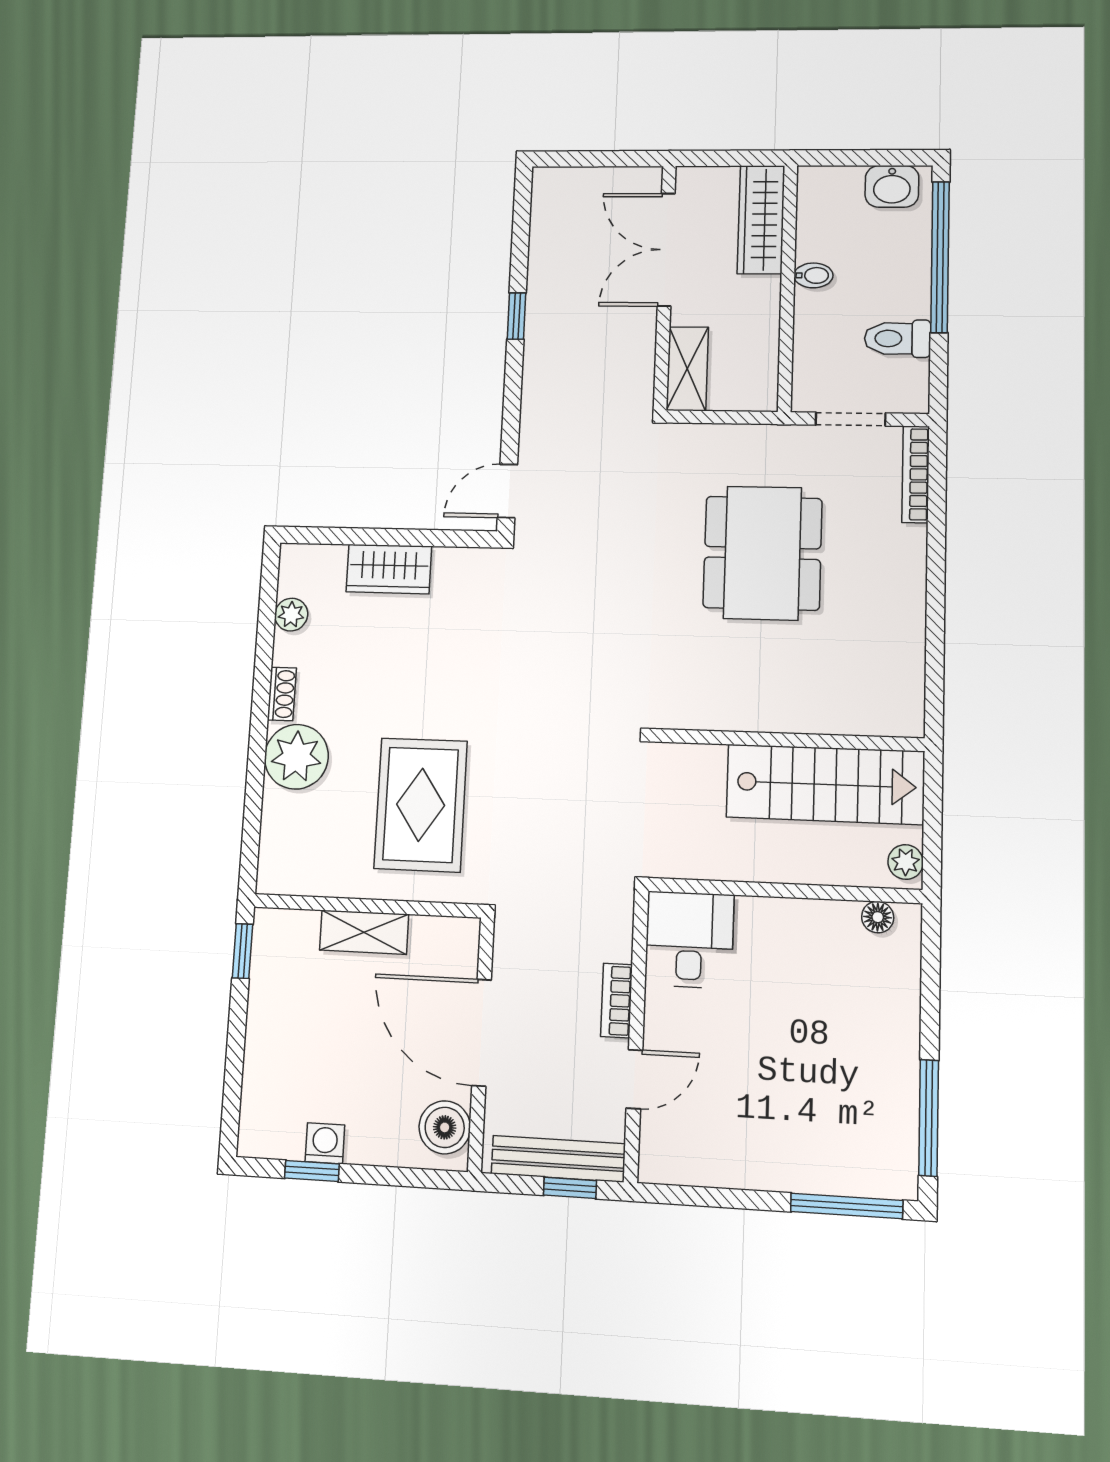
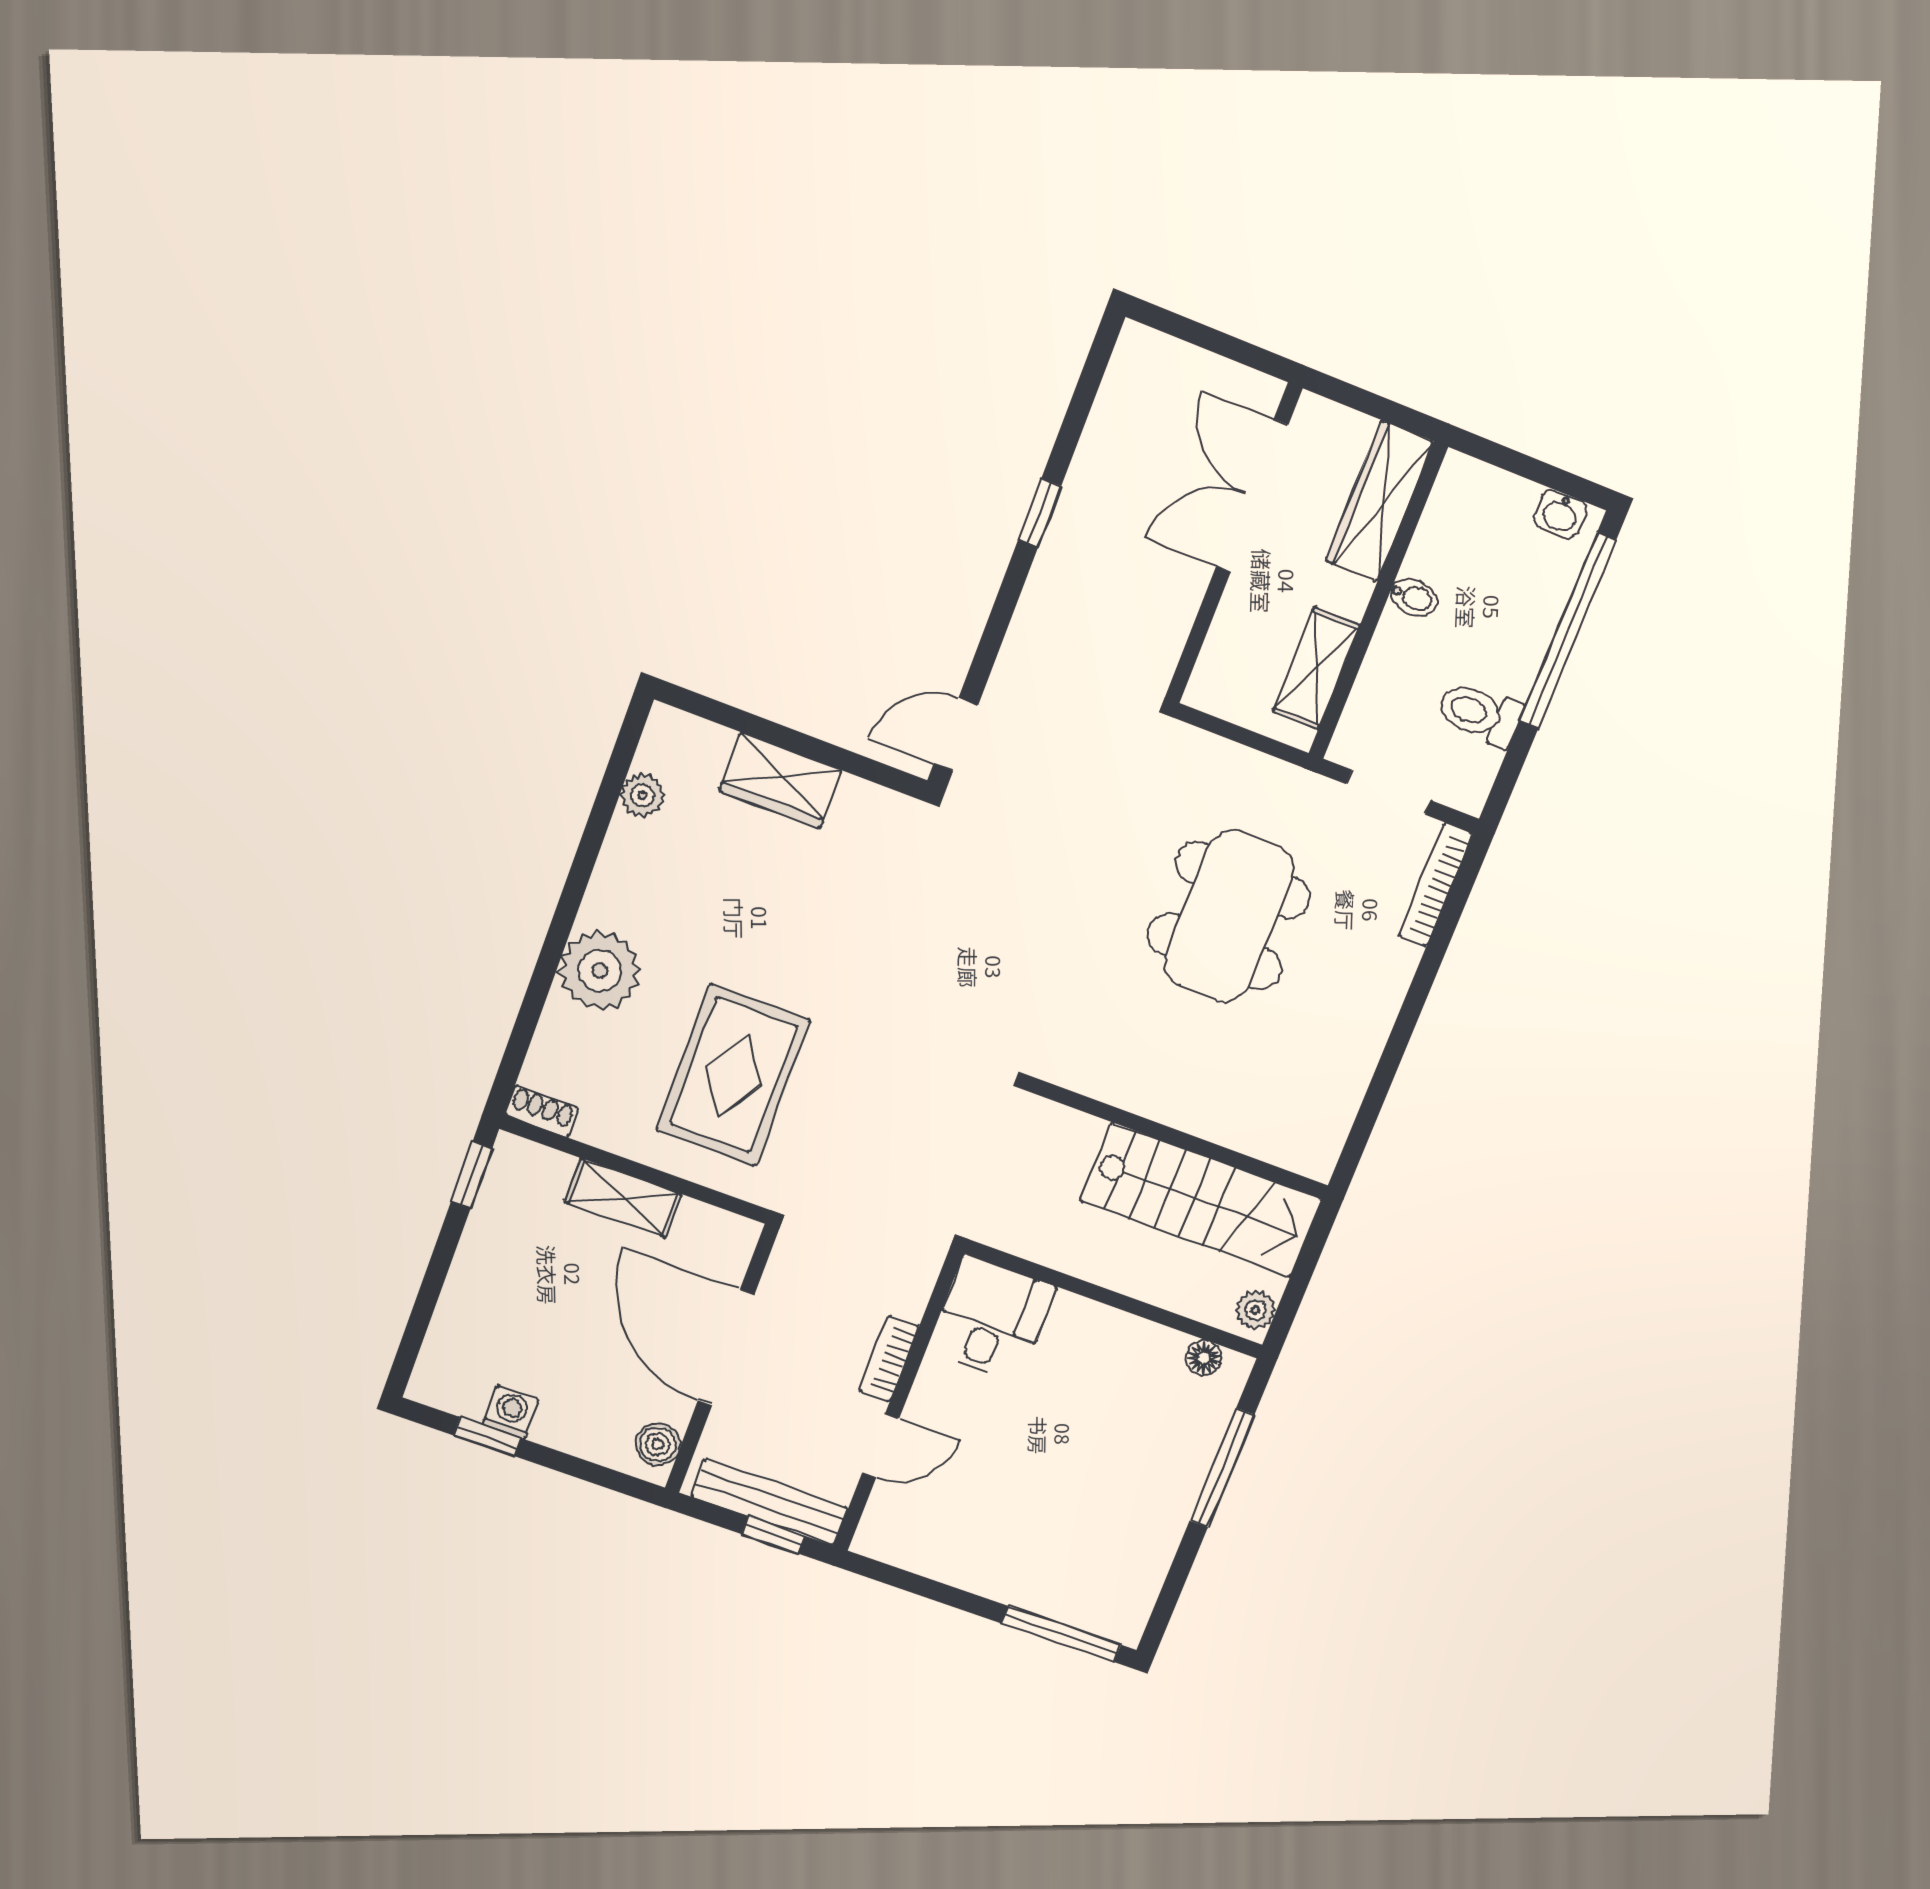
washbasin: (892, 186) -> (1560, 514), width x0.72, depth x0.69
shelving: (687, 369) -> (1316, 668), moved
shoe rack: (282, 694) -> (541, 1111), moved, turned -90
window: (929, 1118) -> (1222, 1468), moved
boiler: (445, 1127) -> (658, 1444), width x0.73, depth x0.73

